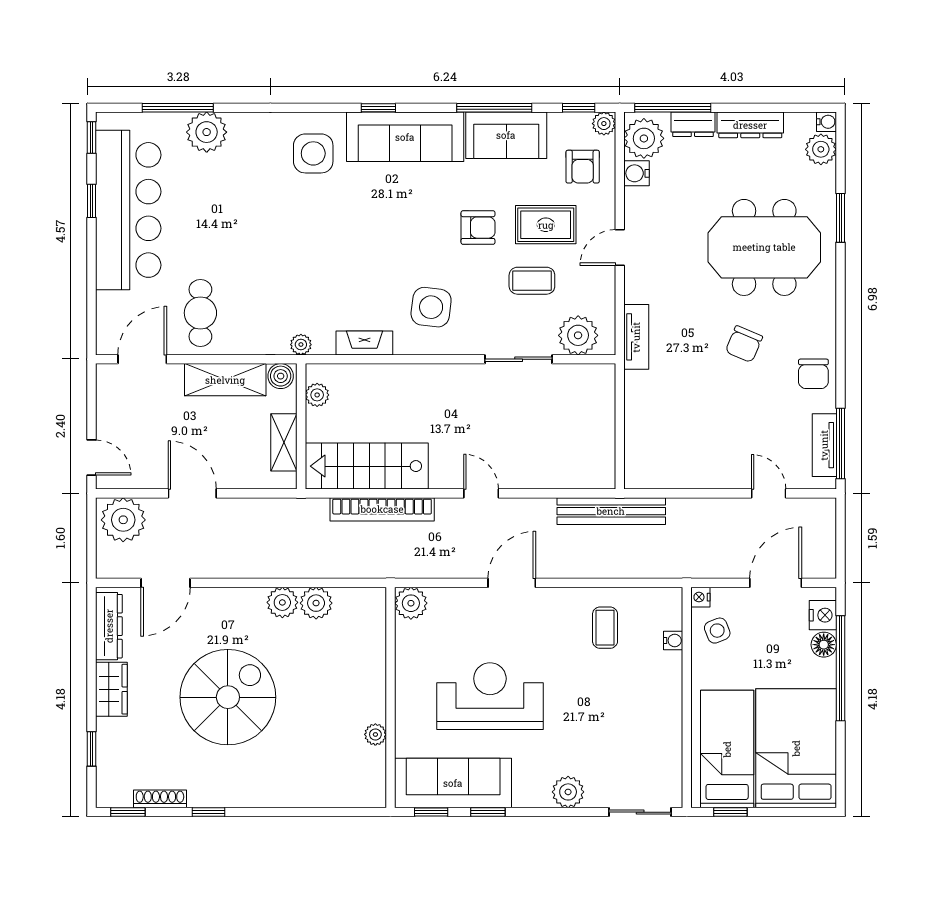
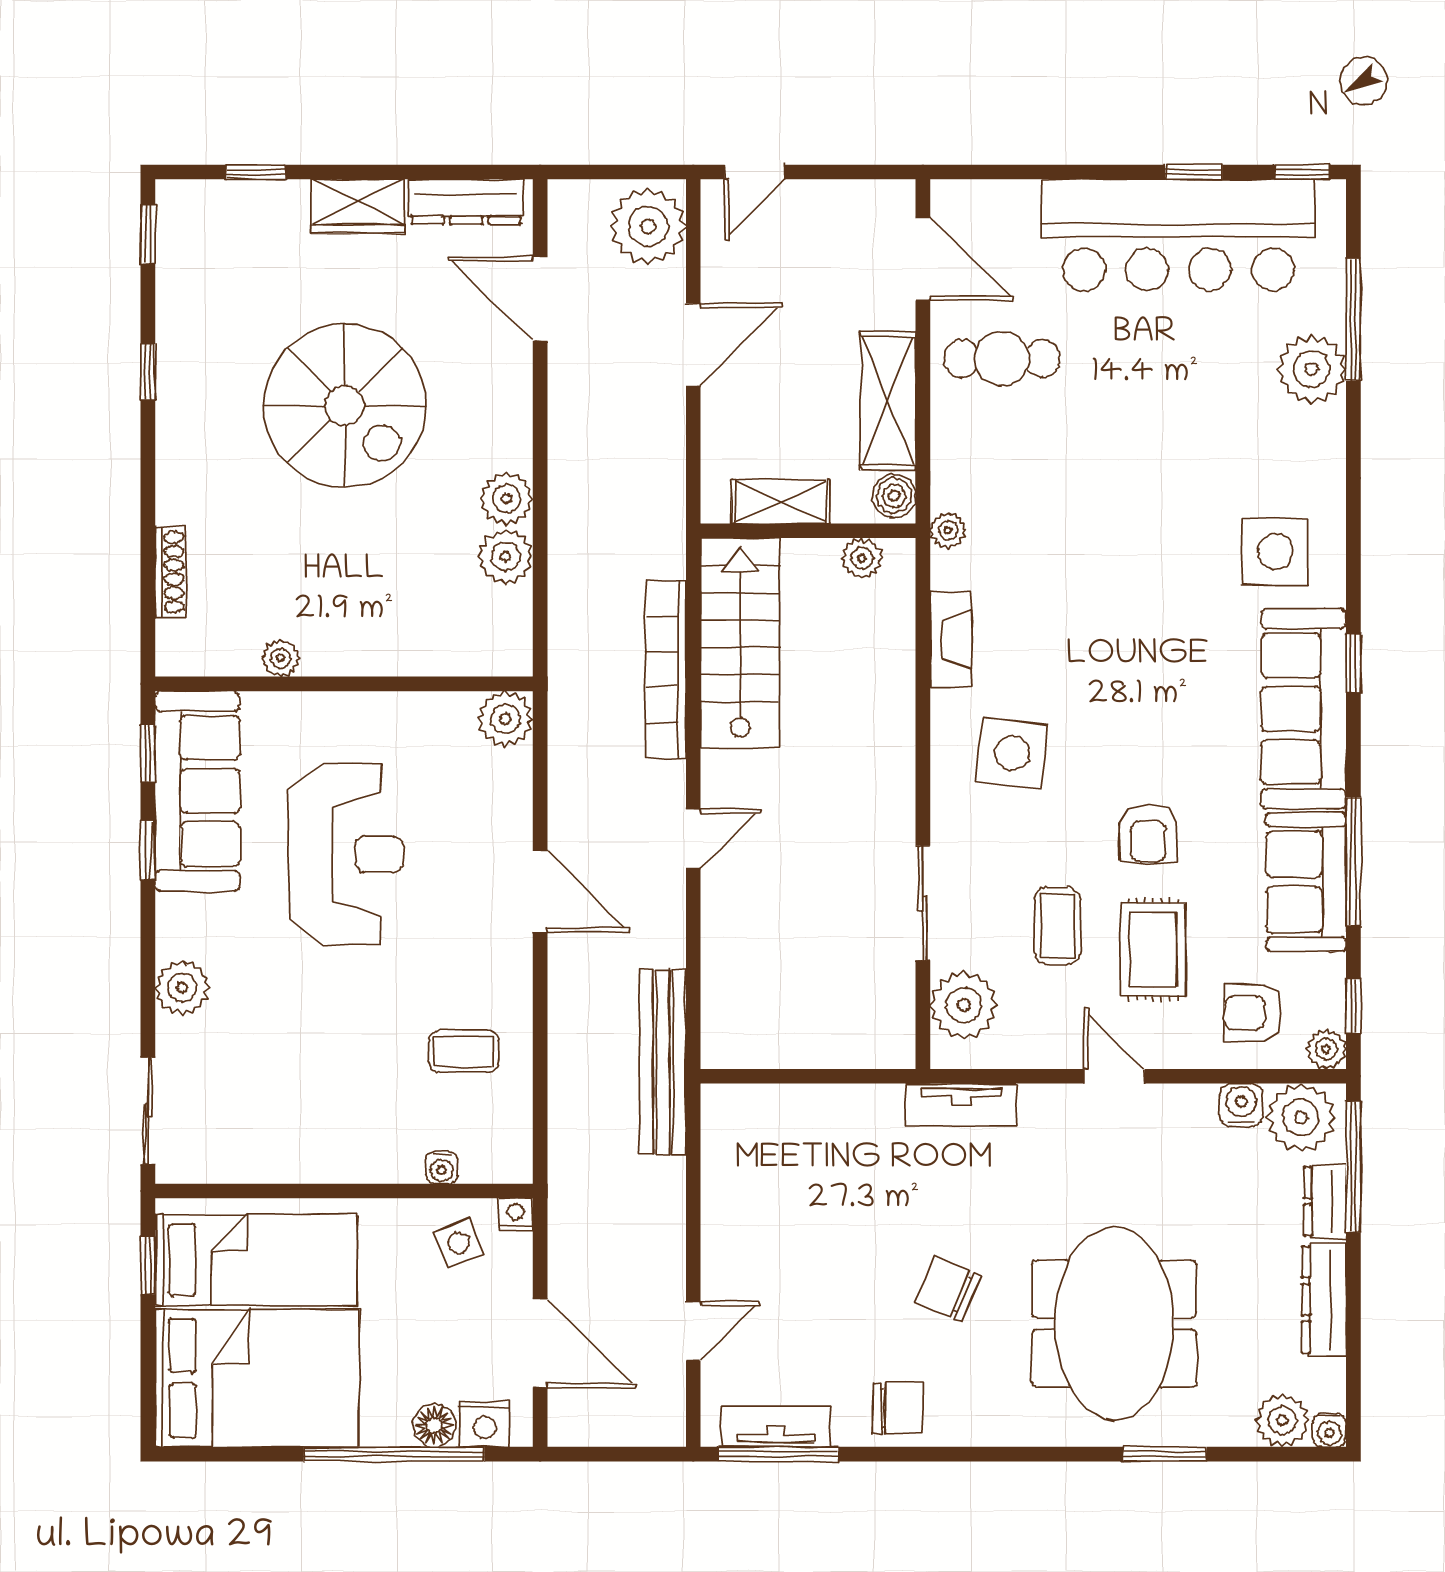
chair: (813, 374) -> (898, 1408), turned 180
shoe rack: (160, 799) -> (170, 572), moved

